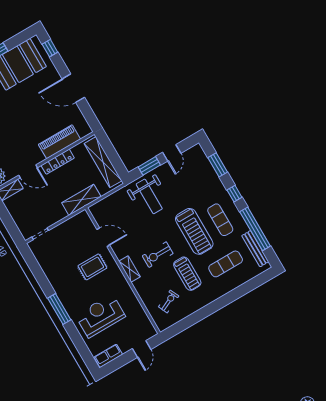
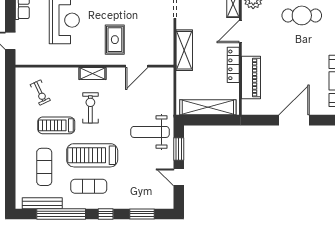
shelving: (81, 200) -> (184, 50), moved

